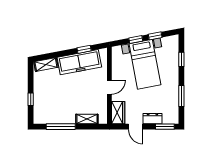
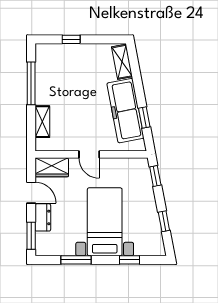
window: (136, 40) -> (155, 176), moved
bed with nightstands: (145, 64) -> (105, 222), moved, turned 101
door: (135, 127) -> (31, 193), swing flipped

